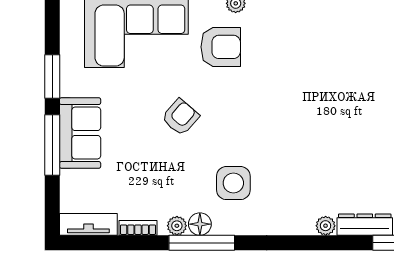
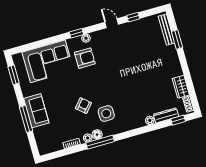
window: (52, 76) -> (14, 75), moved
armchair: (180, 117) -> (83, 106), moved
tv unit: (88, 224) -> (51, 148), removed

